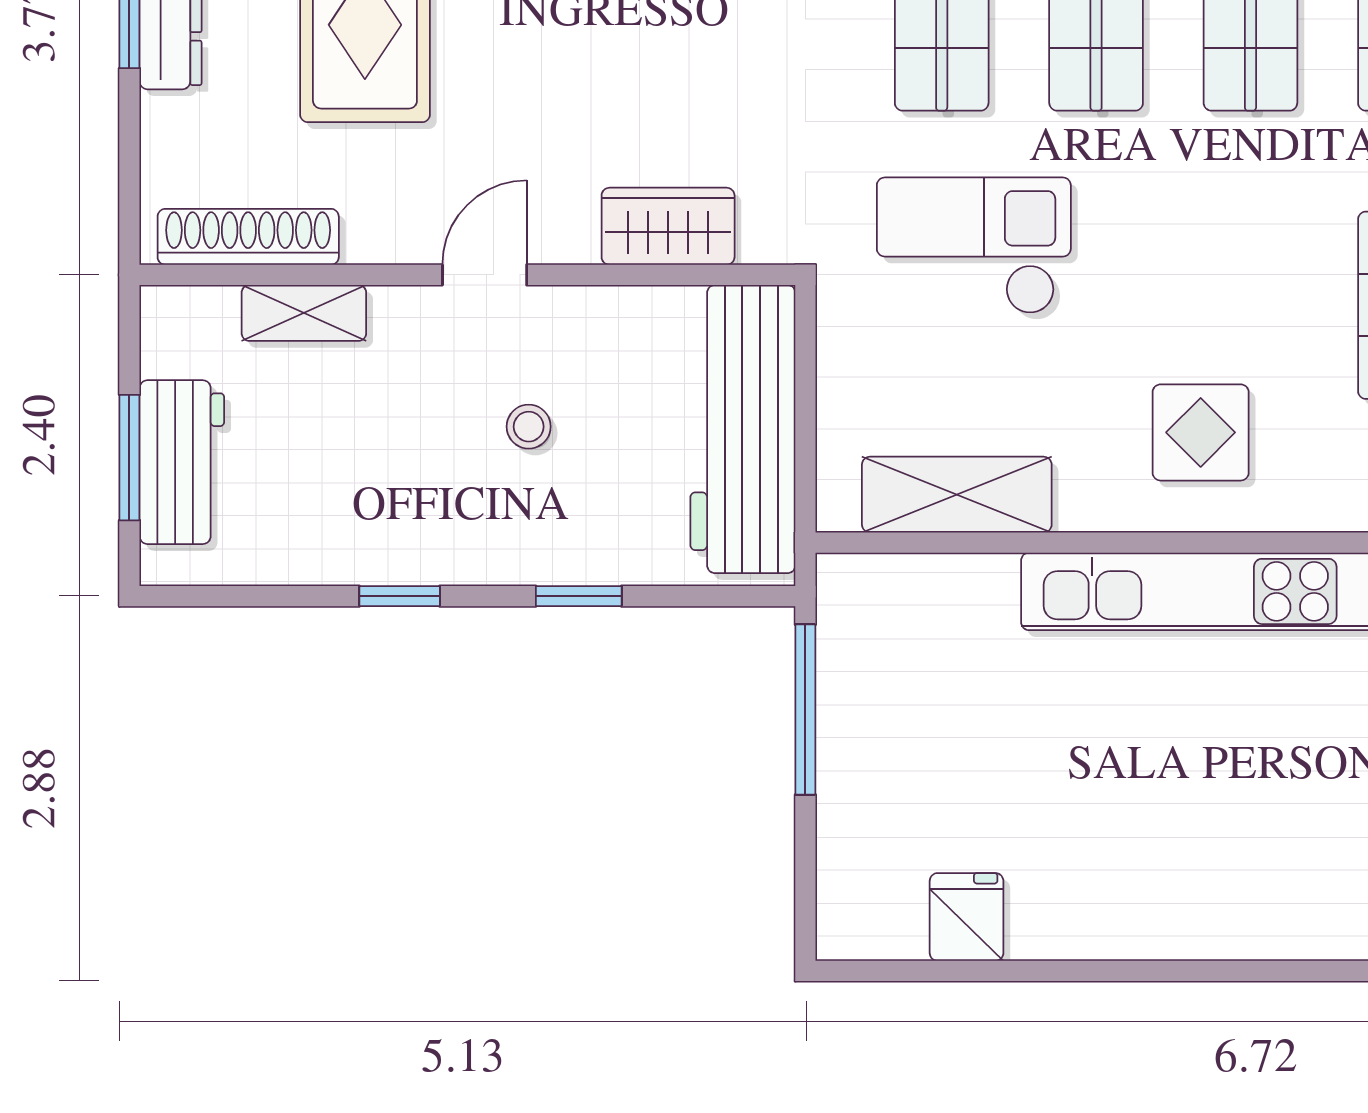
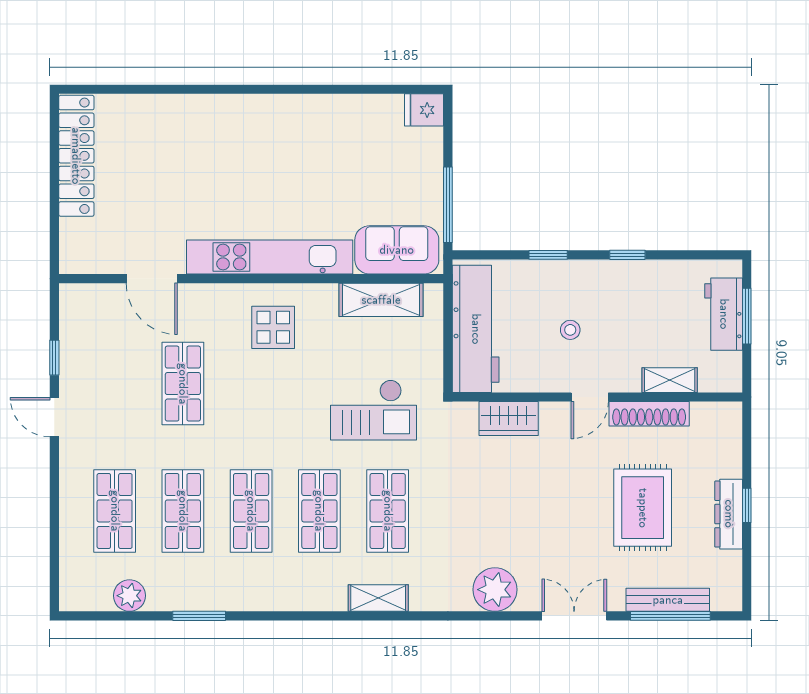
shoe rack: (248, 237) -> (649, 414), moved
sofa: (921, 607) -> (397, 250), added
fridge: (967, 917) -> (424, 110), moved, turned 90

